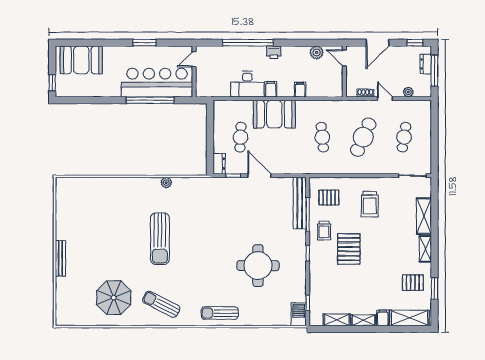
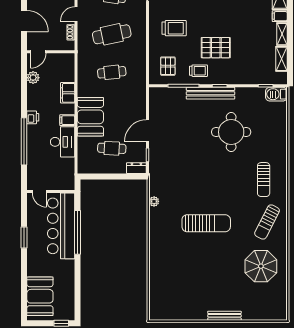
filing cabinet: (300, 90) -> (68, 93), width x2.00
cafe table: (363, 137) -> (112, 34), turned -36
plant: (166, 183) -> (154, 201), moved
bench: (300, 203) -> (210, 93), moved
sun lounger: (220, 313) -> (264, 180), moved

